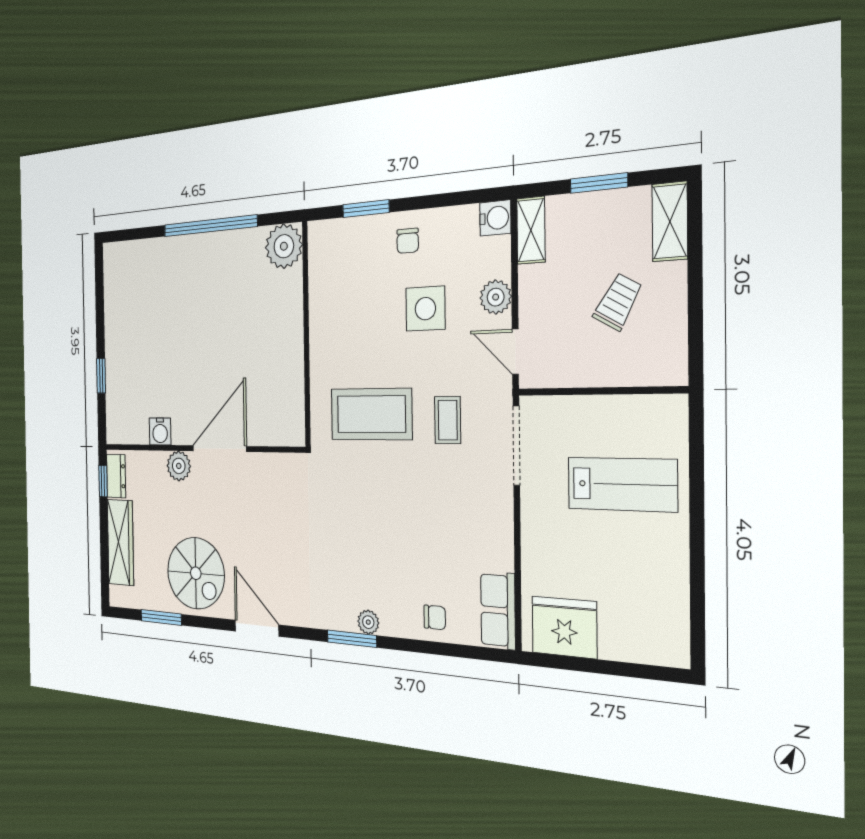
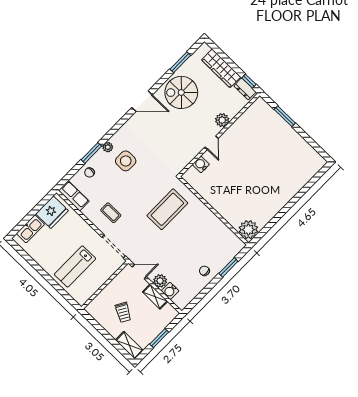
water cooler: (495, 218) -> (170, 291), moved
window: (210, 226) -> (285, 210), removed
shelving: (531, 230) -> (155, 297), moved
side table: (425, 309) -> (126, 161), moved
window: (101, 376) -> (285, 116), width x1.50
coffee table: (448, 420) -> (111, 213), moved
water cooler: (160, 431) -> (201, 164), moved
door: (220, 449) -> (212, 143), width x0.53
window: (352, 639) -> (91, 153), moved
kitchen sink: (635, 644) -> (30, 229), added

